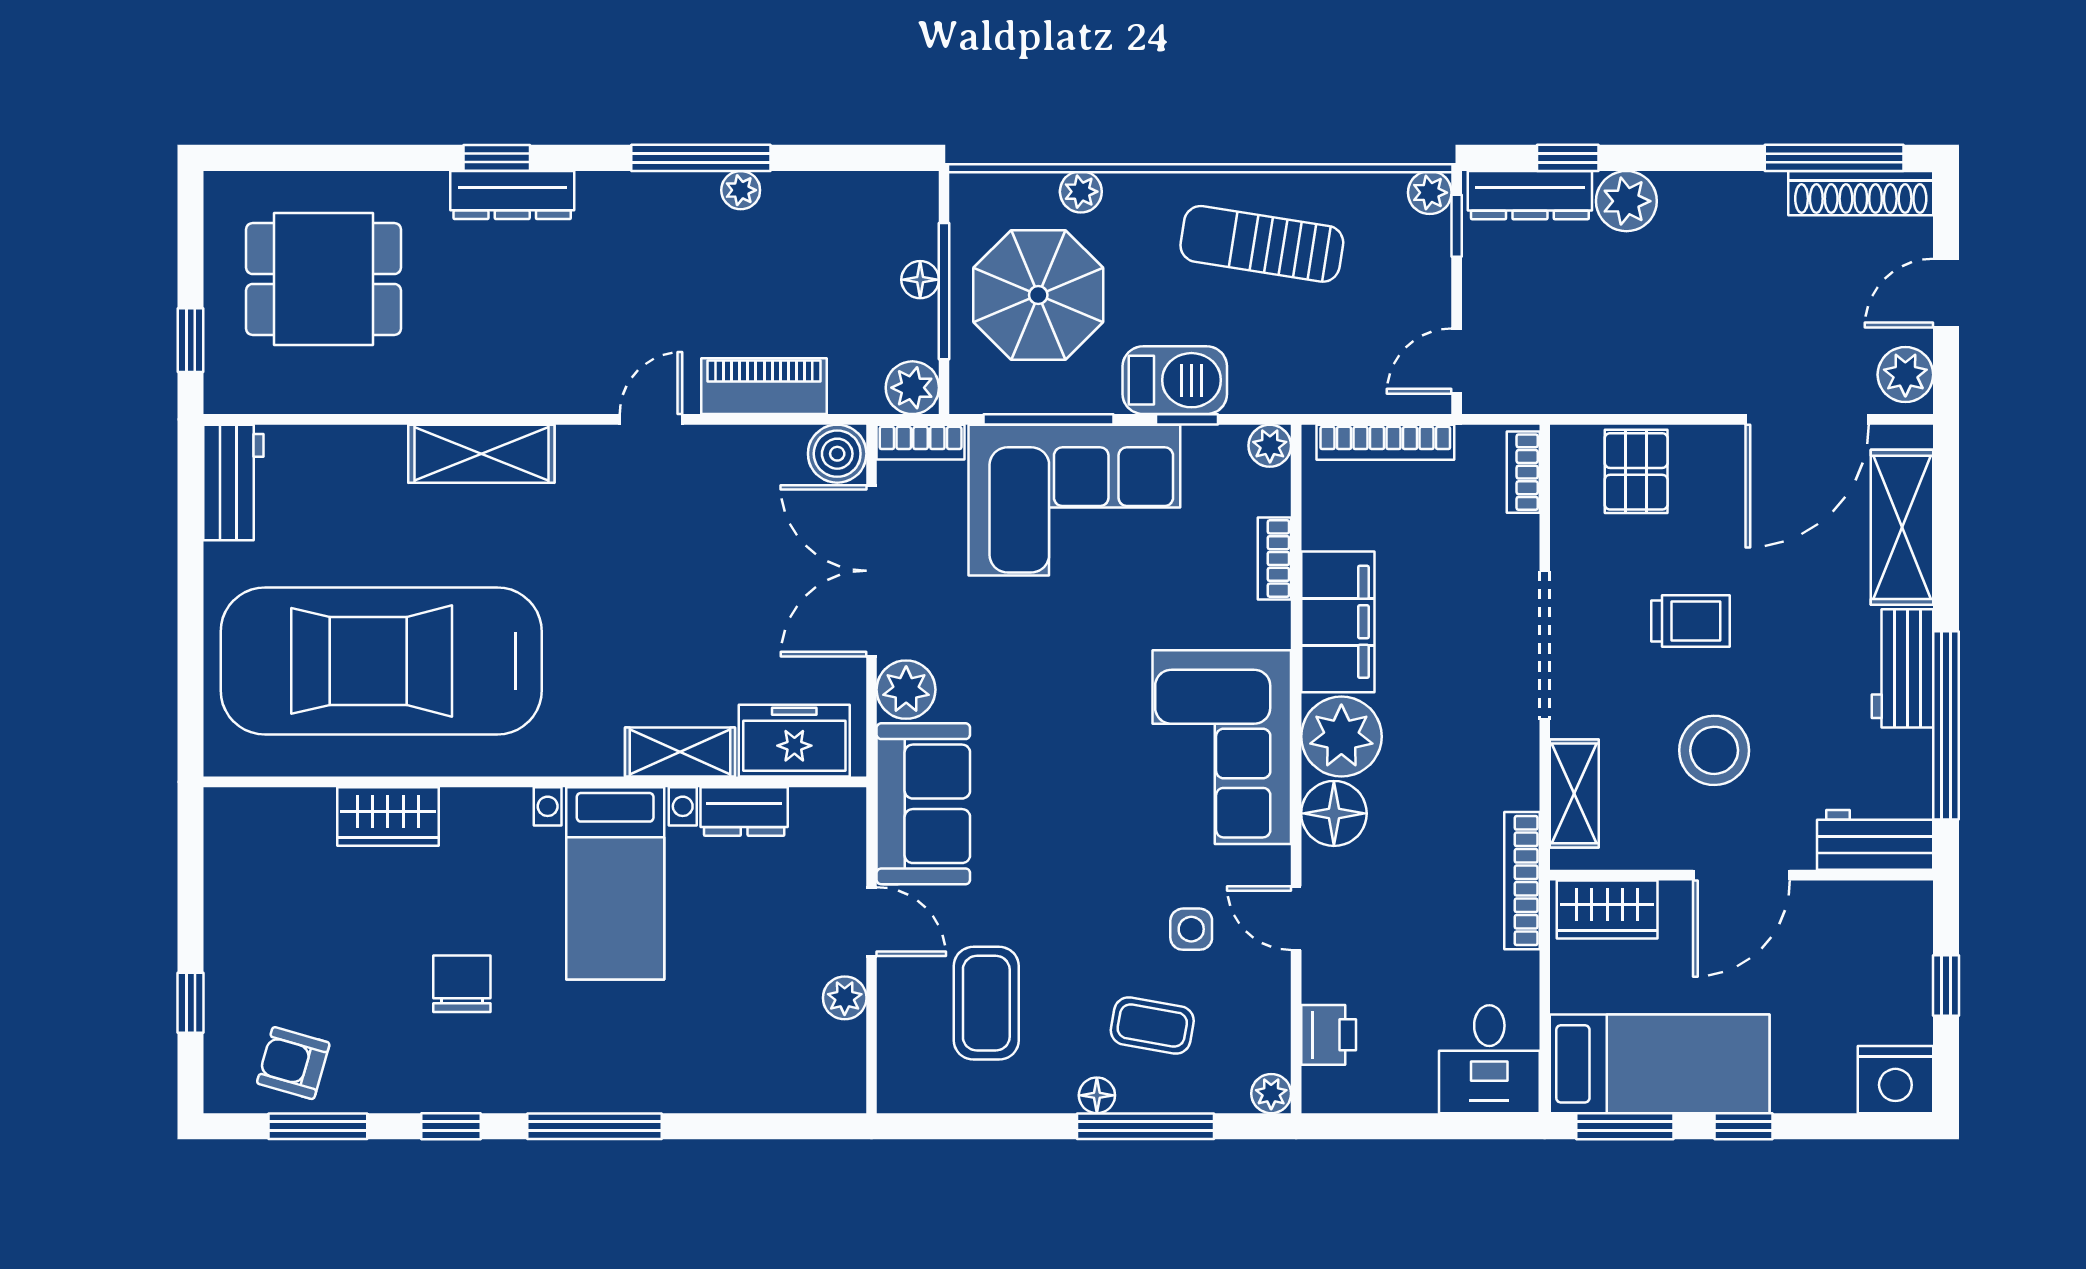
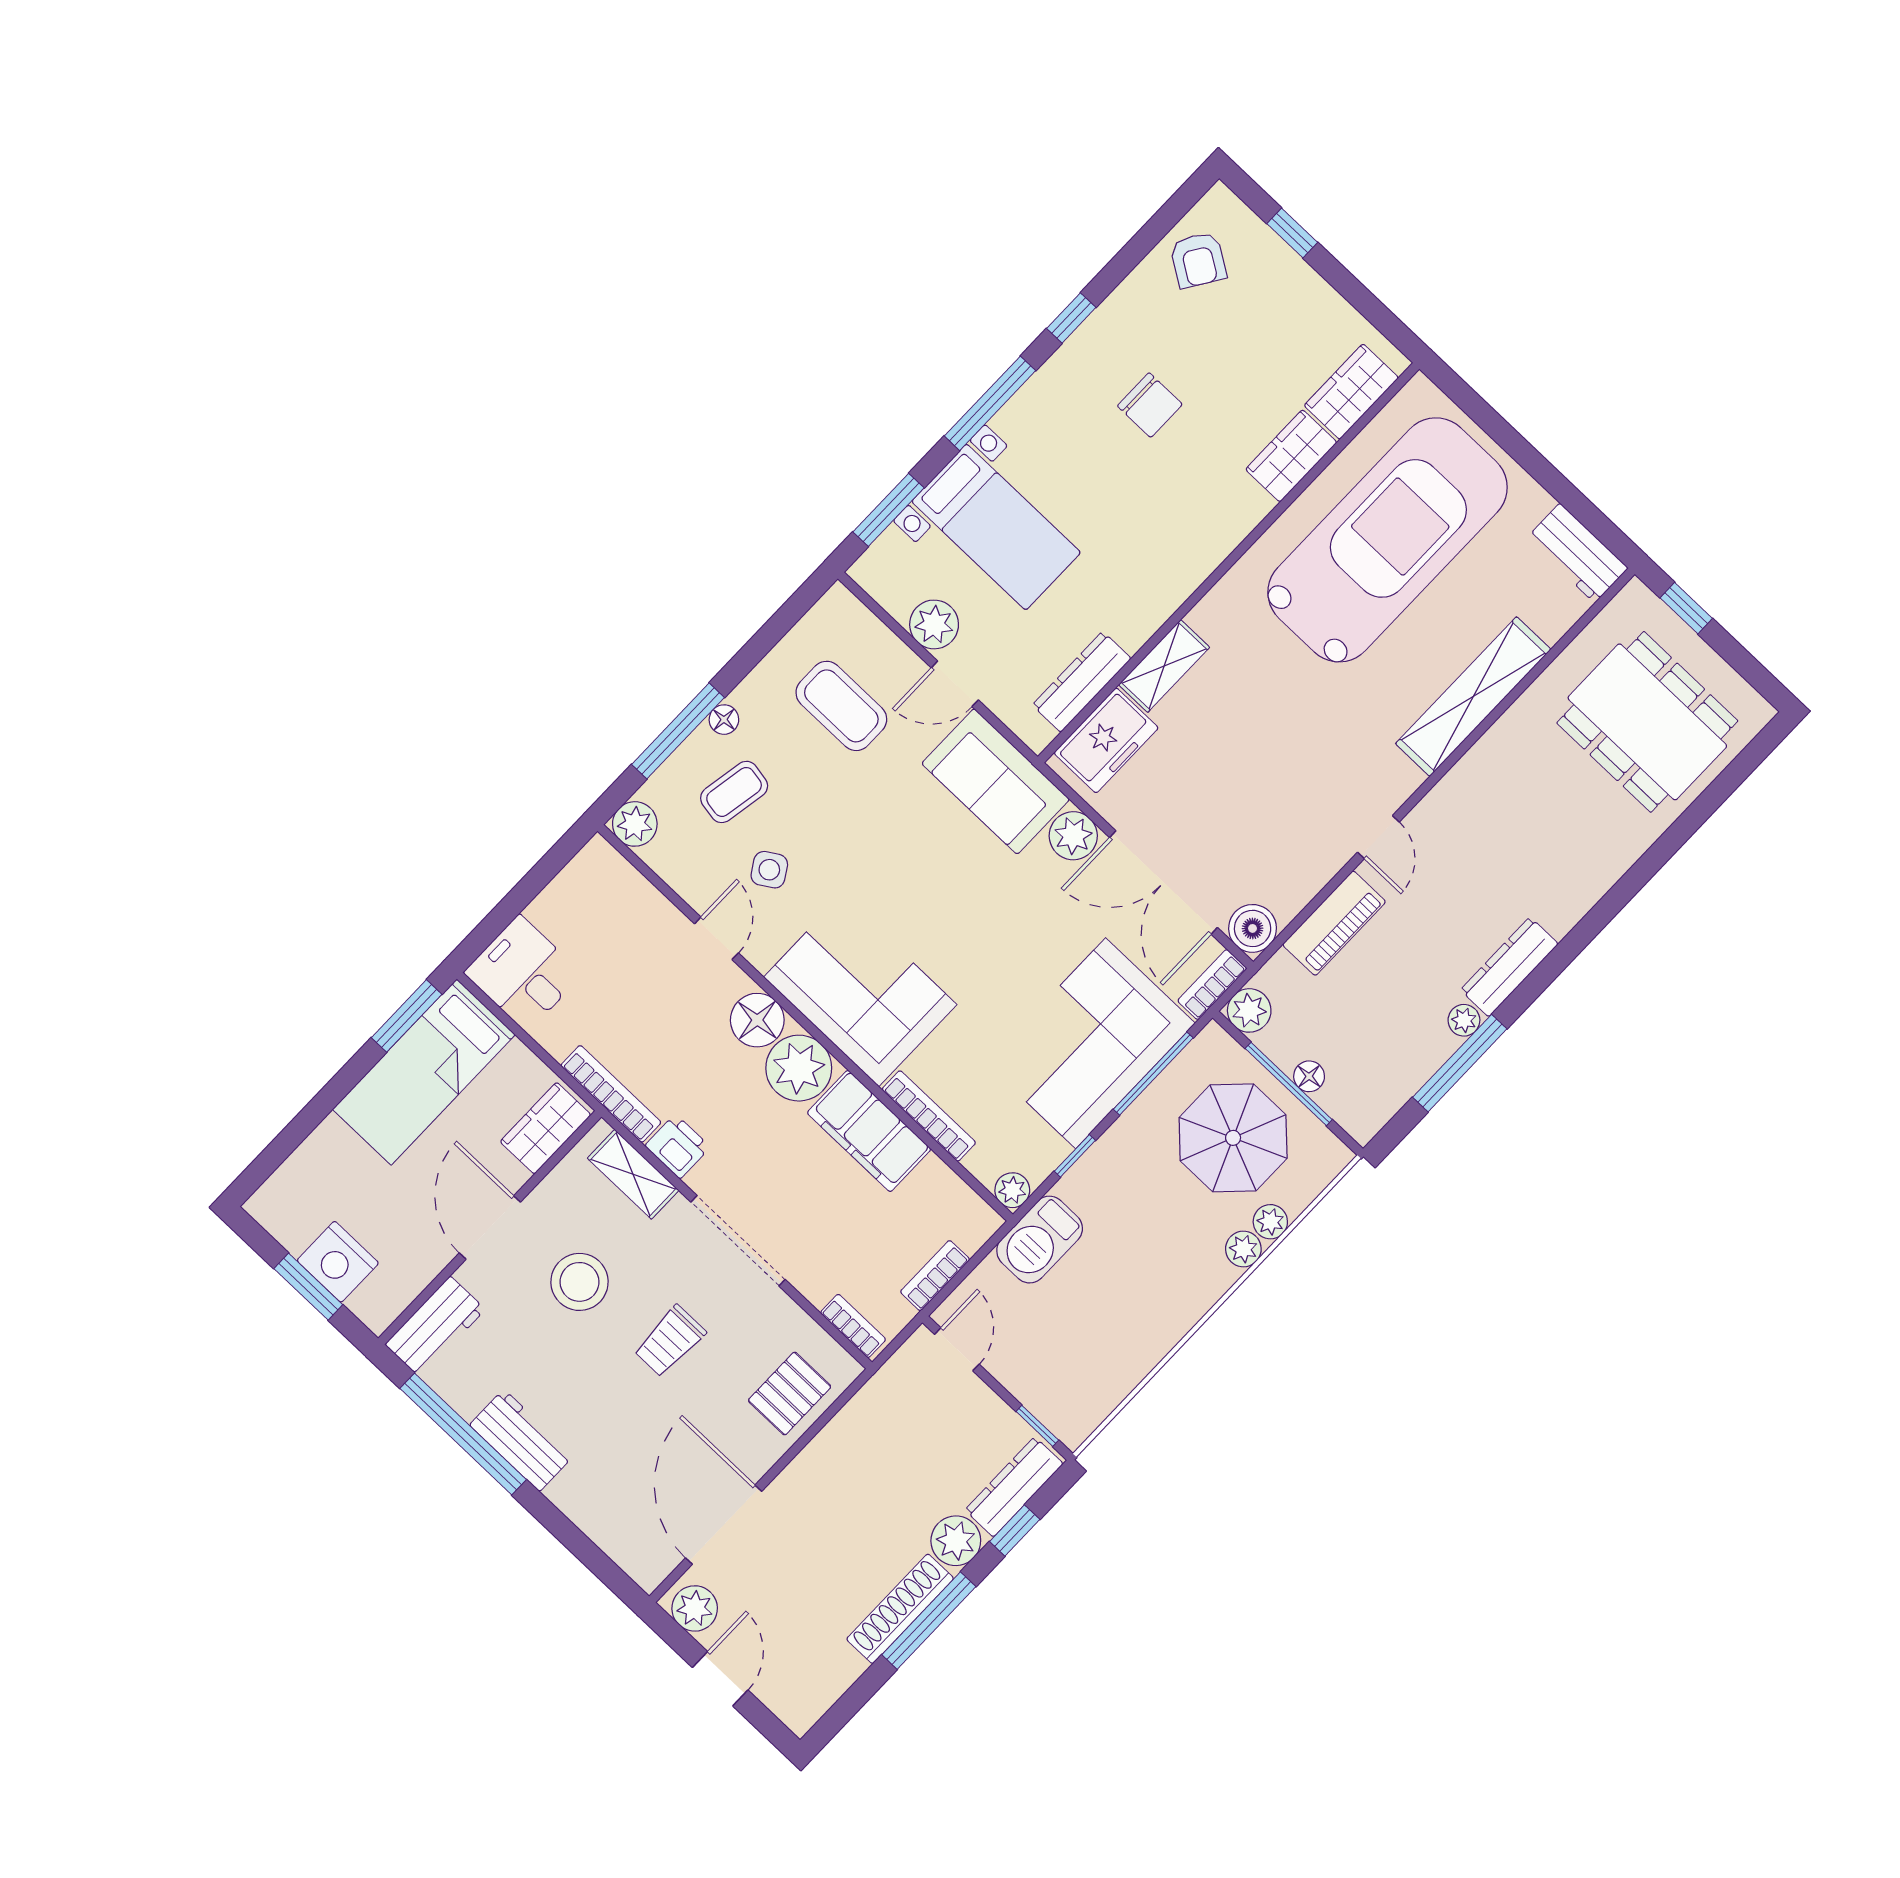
window: (497, 158) -> (1621, 893), removed
window: (701, 158) -> (1460, 1063), moved
window: (1834, 158) -> (929, 1621), moved
plant: (1430, 193) -> (1243, 1249), moved
shoe rack: (1861, 193) -> (900, 1609), moved
dresser: (512, 195) -> (1509, 967), moved
sun lounger: (1262, 244) -> (1137, 1300), removed
dining table: (324, 279) -> (1647, 722), width x1.38
barbecue: (1175, 380) -> (1040, 1240), moved
bookcase: (1385, 442) -> (935, 1276), width x0.64
shelving: (481, 454) -> (1473, 697), width x1.47
pallet: (1636, 471) -> (790, 1394), turned 90
shelving: (1902, 527) -> (606, 1520), removed
bookcase: (1274, 559) -> (929, 1116), width x1.56
double door: (871, 571) -> (1163, 883), swing flipped
dresser: (744, 812) -> (1082, 682), width x1.44
wardrobe: (281, 817) -> (1351, 392), added
bed with nightstands: (615, 883) -> (996, 527), moved, turned 180
door: (1296, 918) -> (716, 938), hinge flipped
side table: (1191, 929) -> (769, 870), turned -32
window: (1946, 985) -> (308, 1287), width x1.50
plant: (845, 998) -> (934, 624), width x1.38, depth x1.38
printer: (1329, 1035) -> (678, 1146), moved, turned 180
armchair: (293, 1063) -> (1198, 260), turned 107
nightstand: (1895, 1080) -> (338, 1262), moved, turned -90
plant: (1271, 1094) -> (635, 824), width x1.38, depth x1.38
window: (318, 1126) -> (889, 510), moved
window: (1743, 1126) -> (339, 1087), removed

